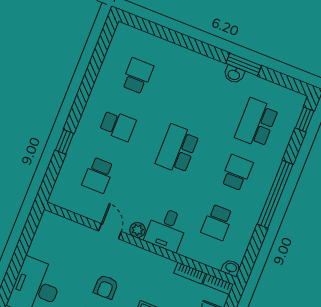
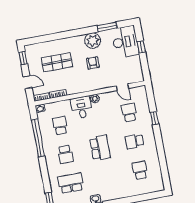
school desk: (137, 76) -> (140, 170), turned 180
school desk: (257, 123) -> (71, 183), turned -90
window: (275, 194) -> (38, 138), moved
door: (110, 231) -> (122, 87), moved
window: (16, 265) -> (141, 47), added

